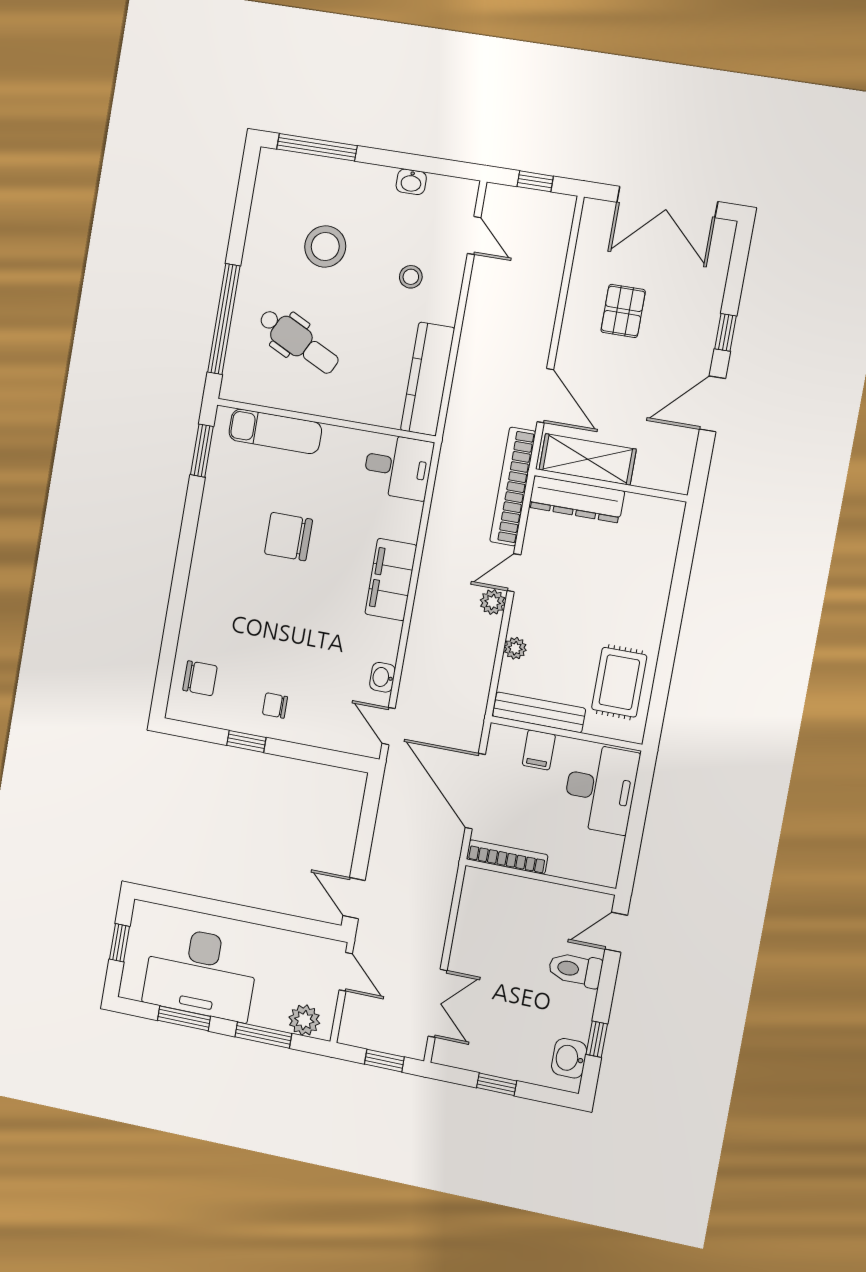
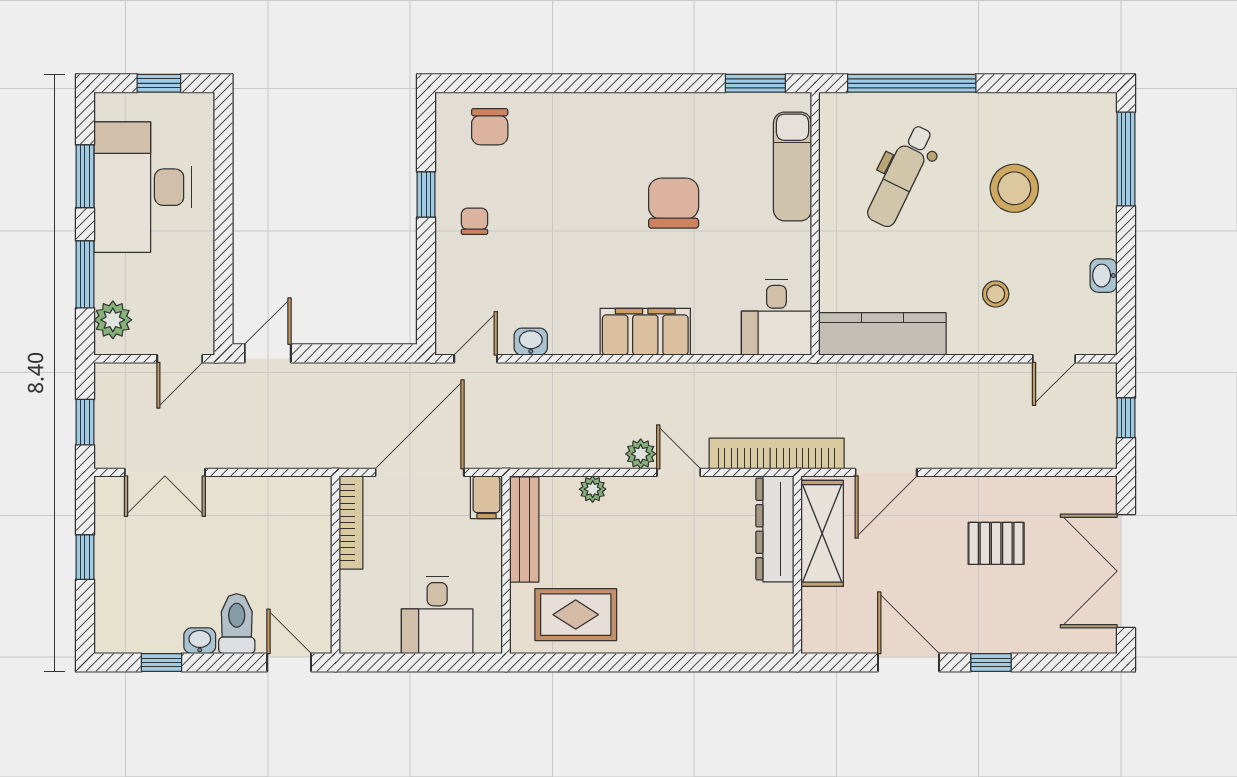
filing cabinet: (539, 750) -> (486, 497), moved, turned -90
desk: (600, 788) -> (437, 615), width x0.73
washbasin: (569, 1058) -> (200, 641), moved, width x0.72, depth x0.69

